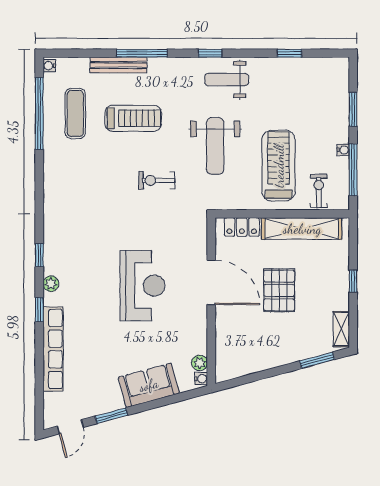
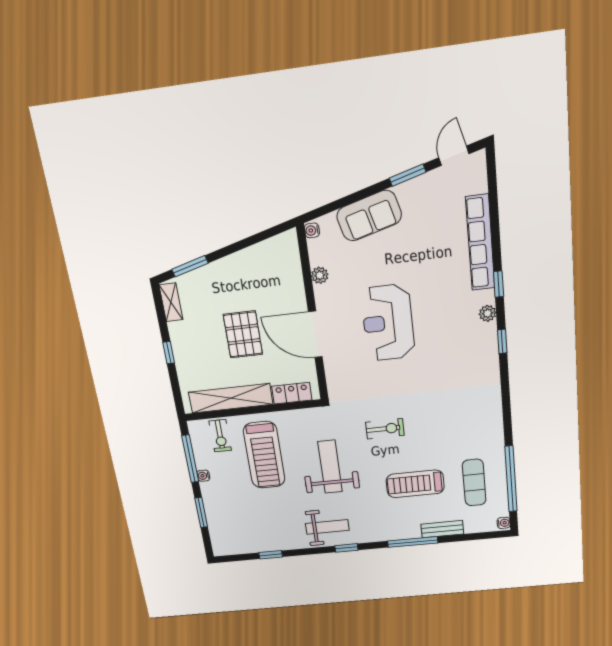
bench: (118, 65) -> (442, 529), width x0.73
plant: (200, 363) -> (320, 275), moved

